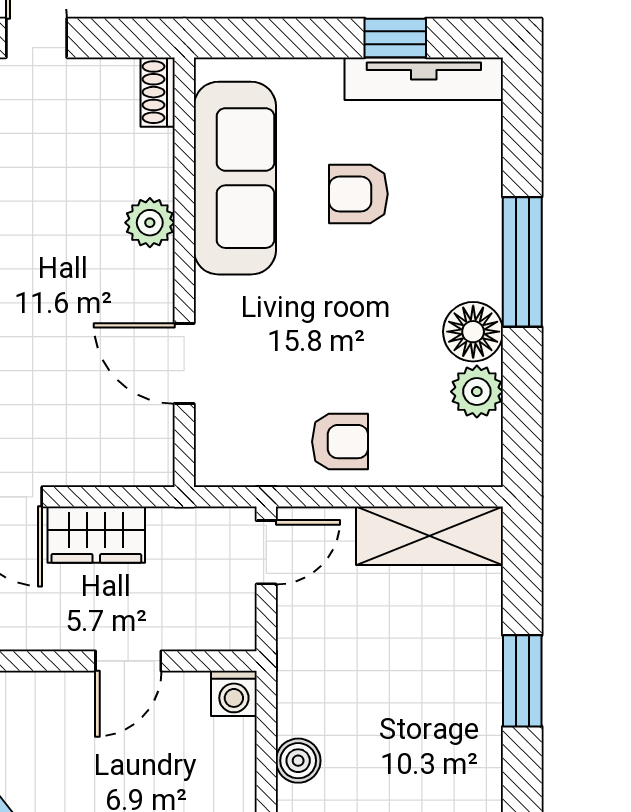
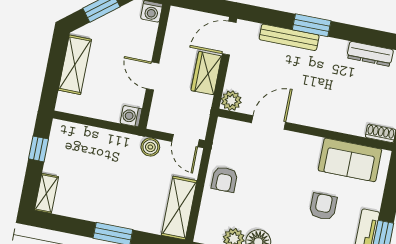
sofa: (235, 178) -> (350, 160), width x0.73
plant: (150, 223) -> (231, 101), moved
boiler: (298, 761) -> (150, 147), moved

